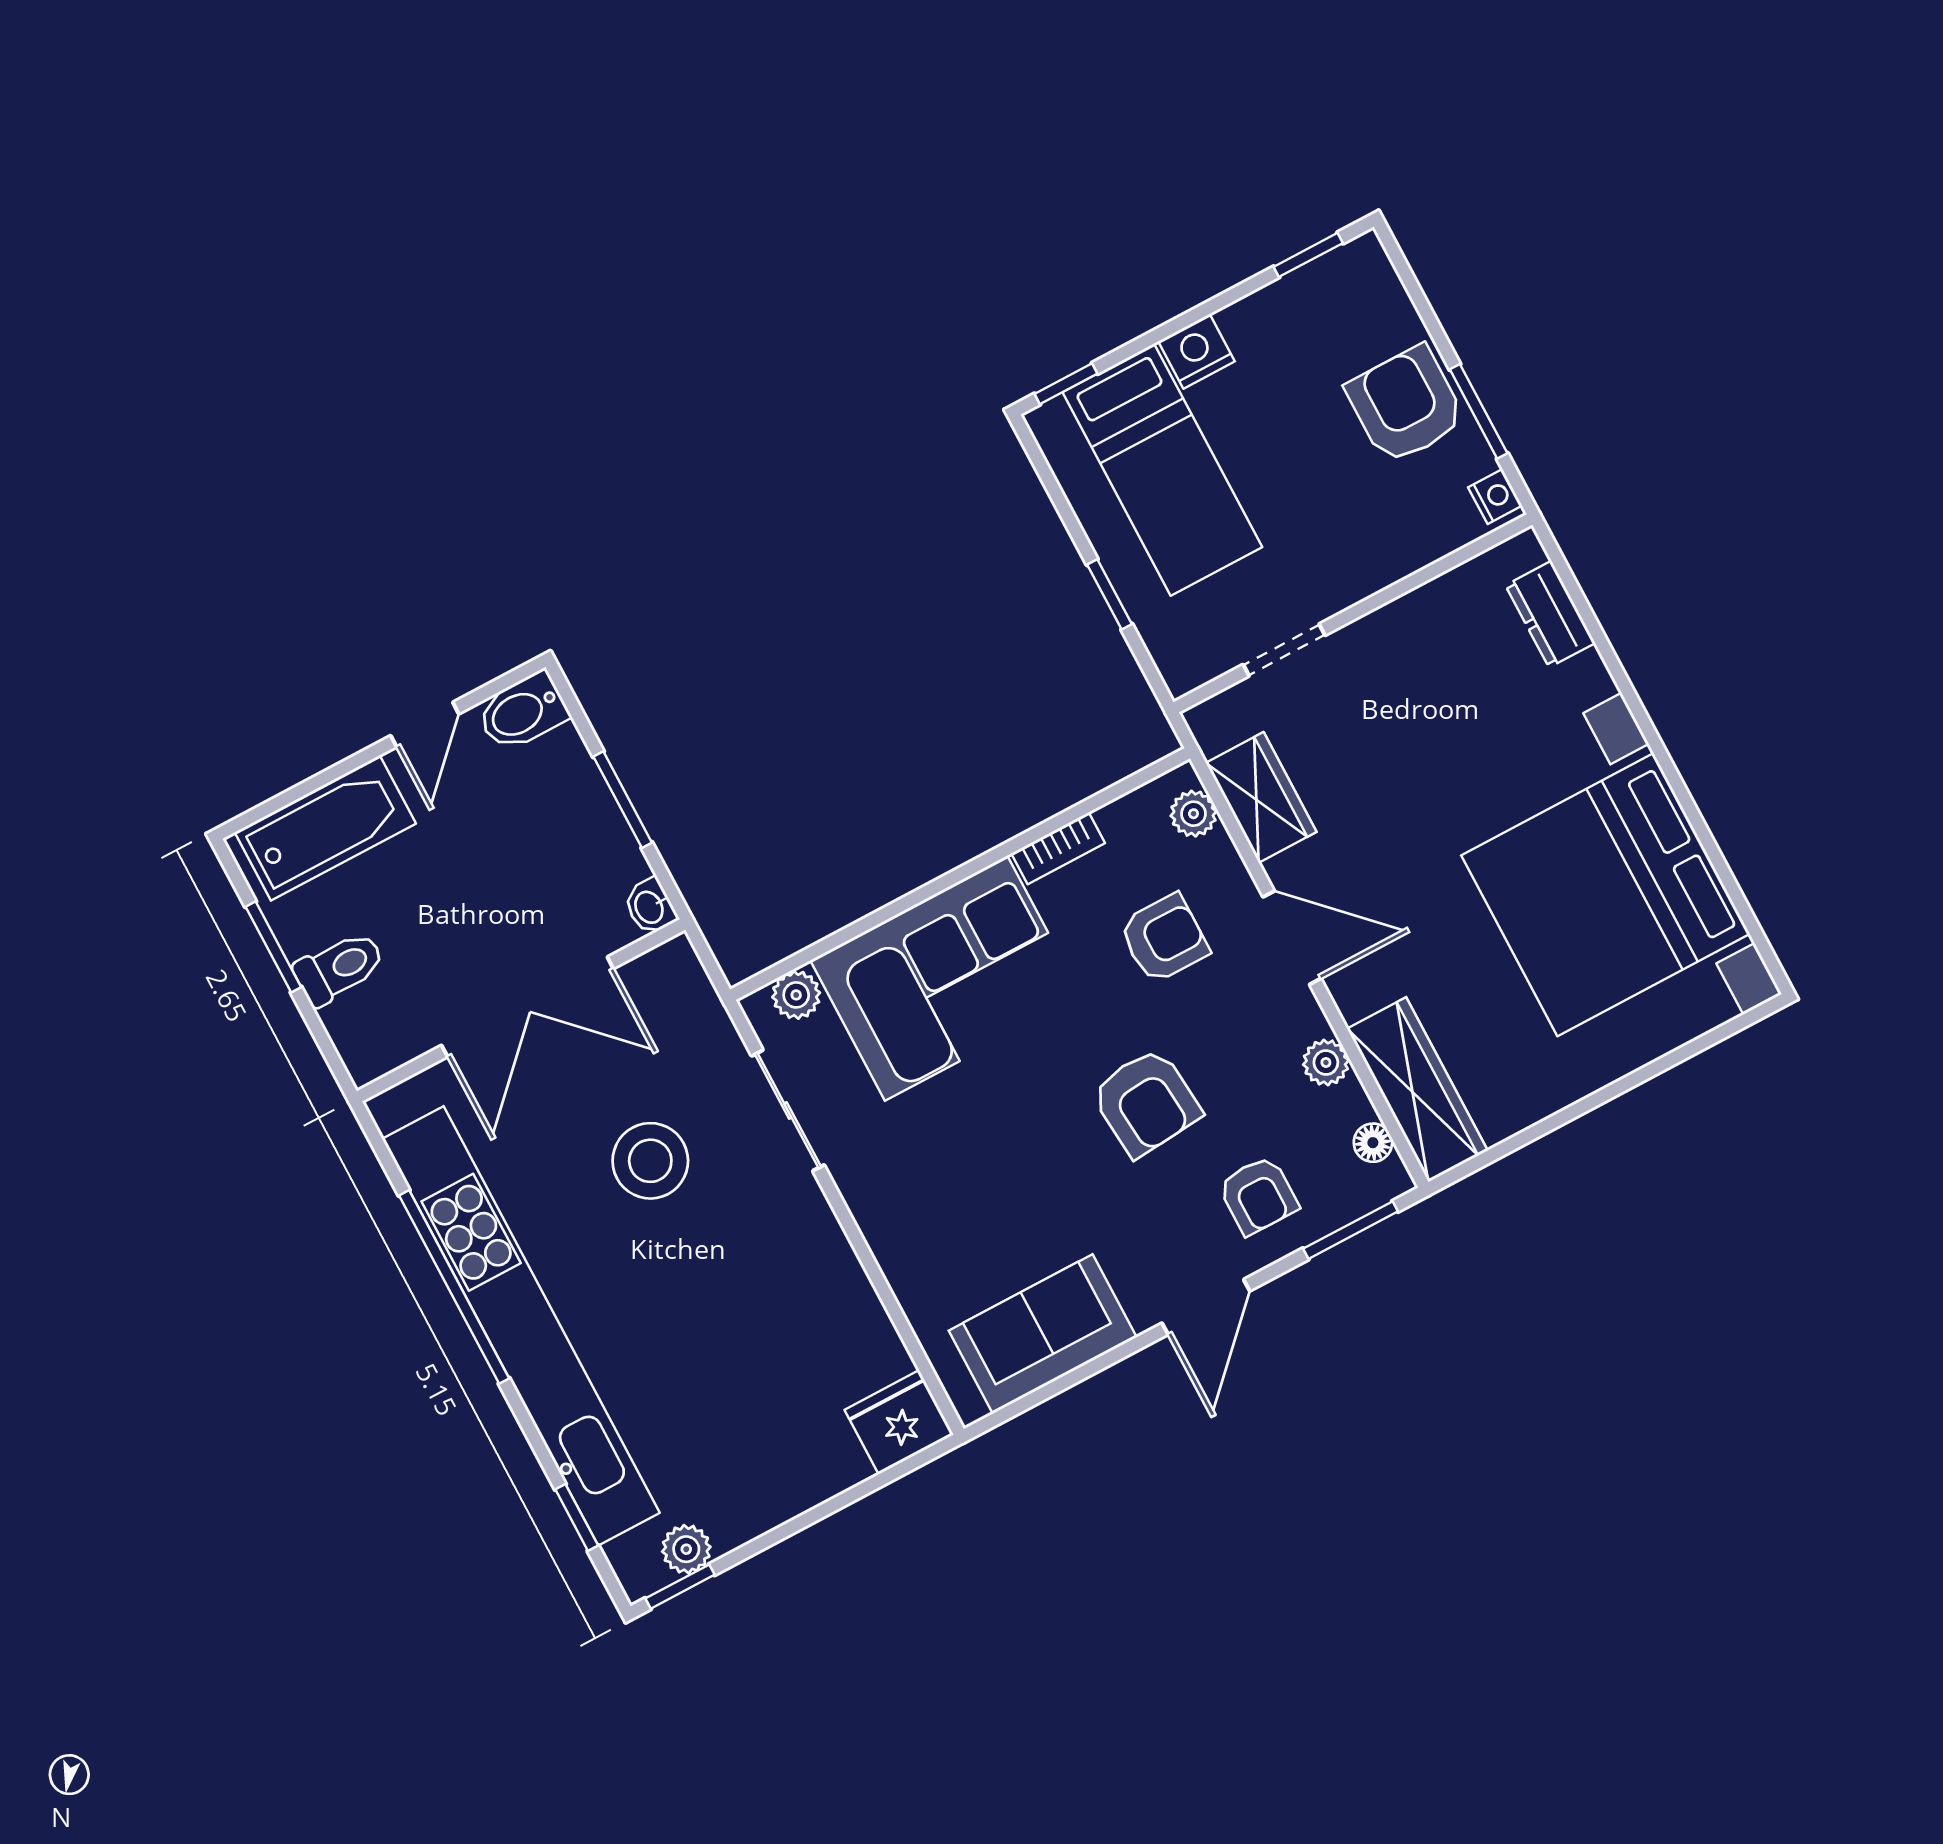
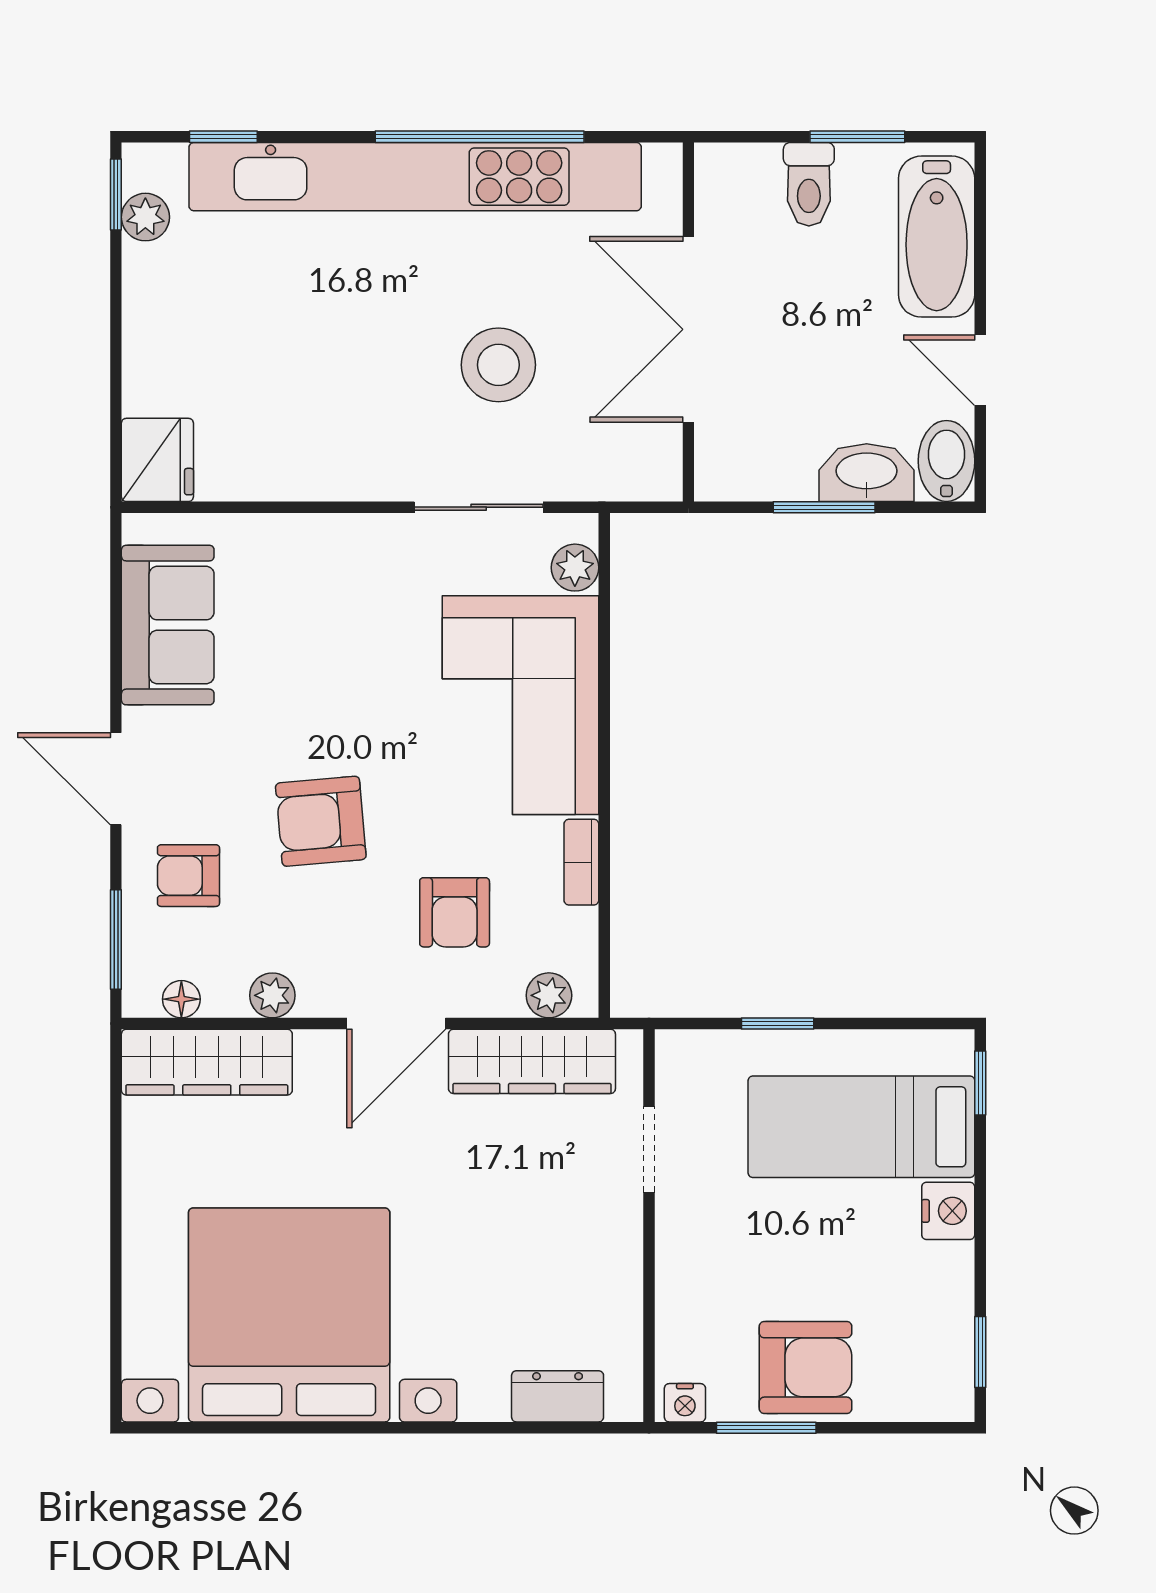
wardrobe: (1261, 797) -> (532, 1061), width x1.50
washbasin: (650, 907) -> (867, 473), moved, width x1.91, depth x1.45

